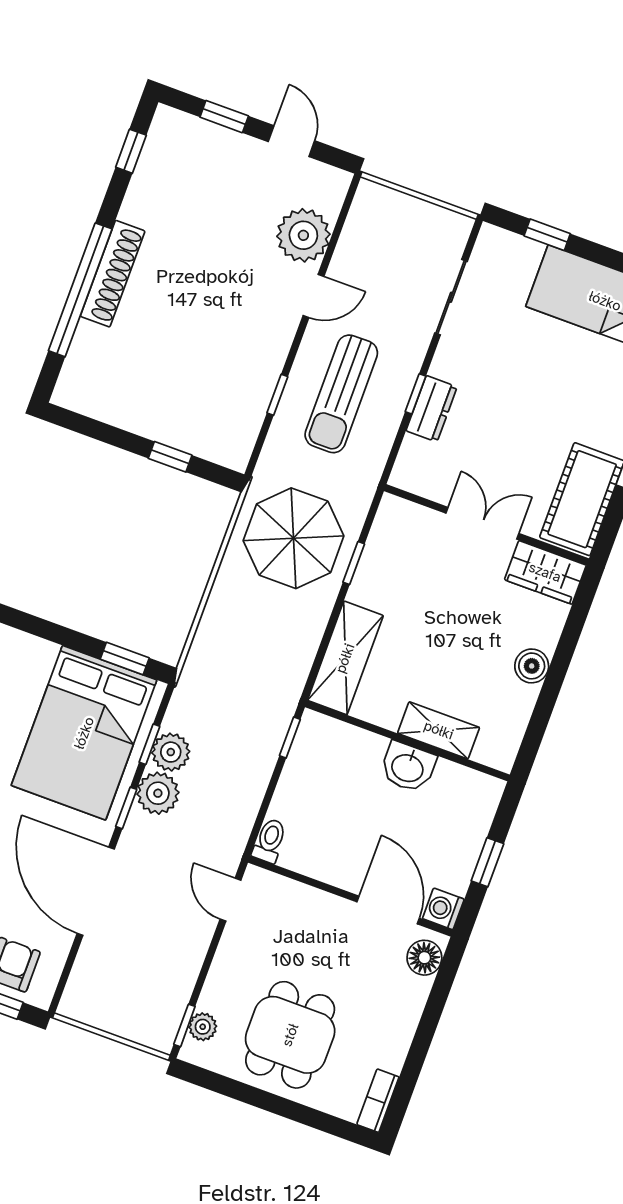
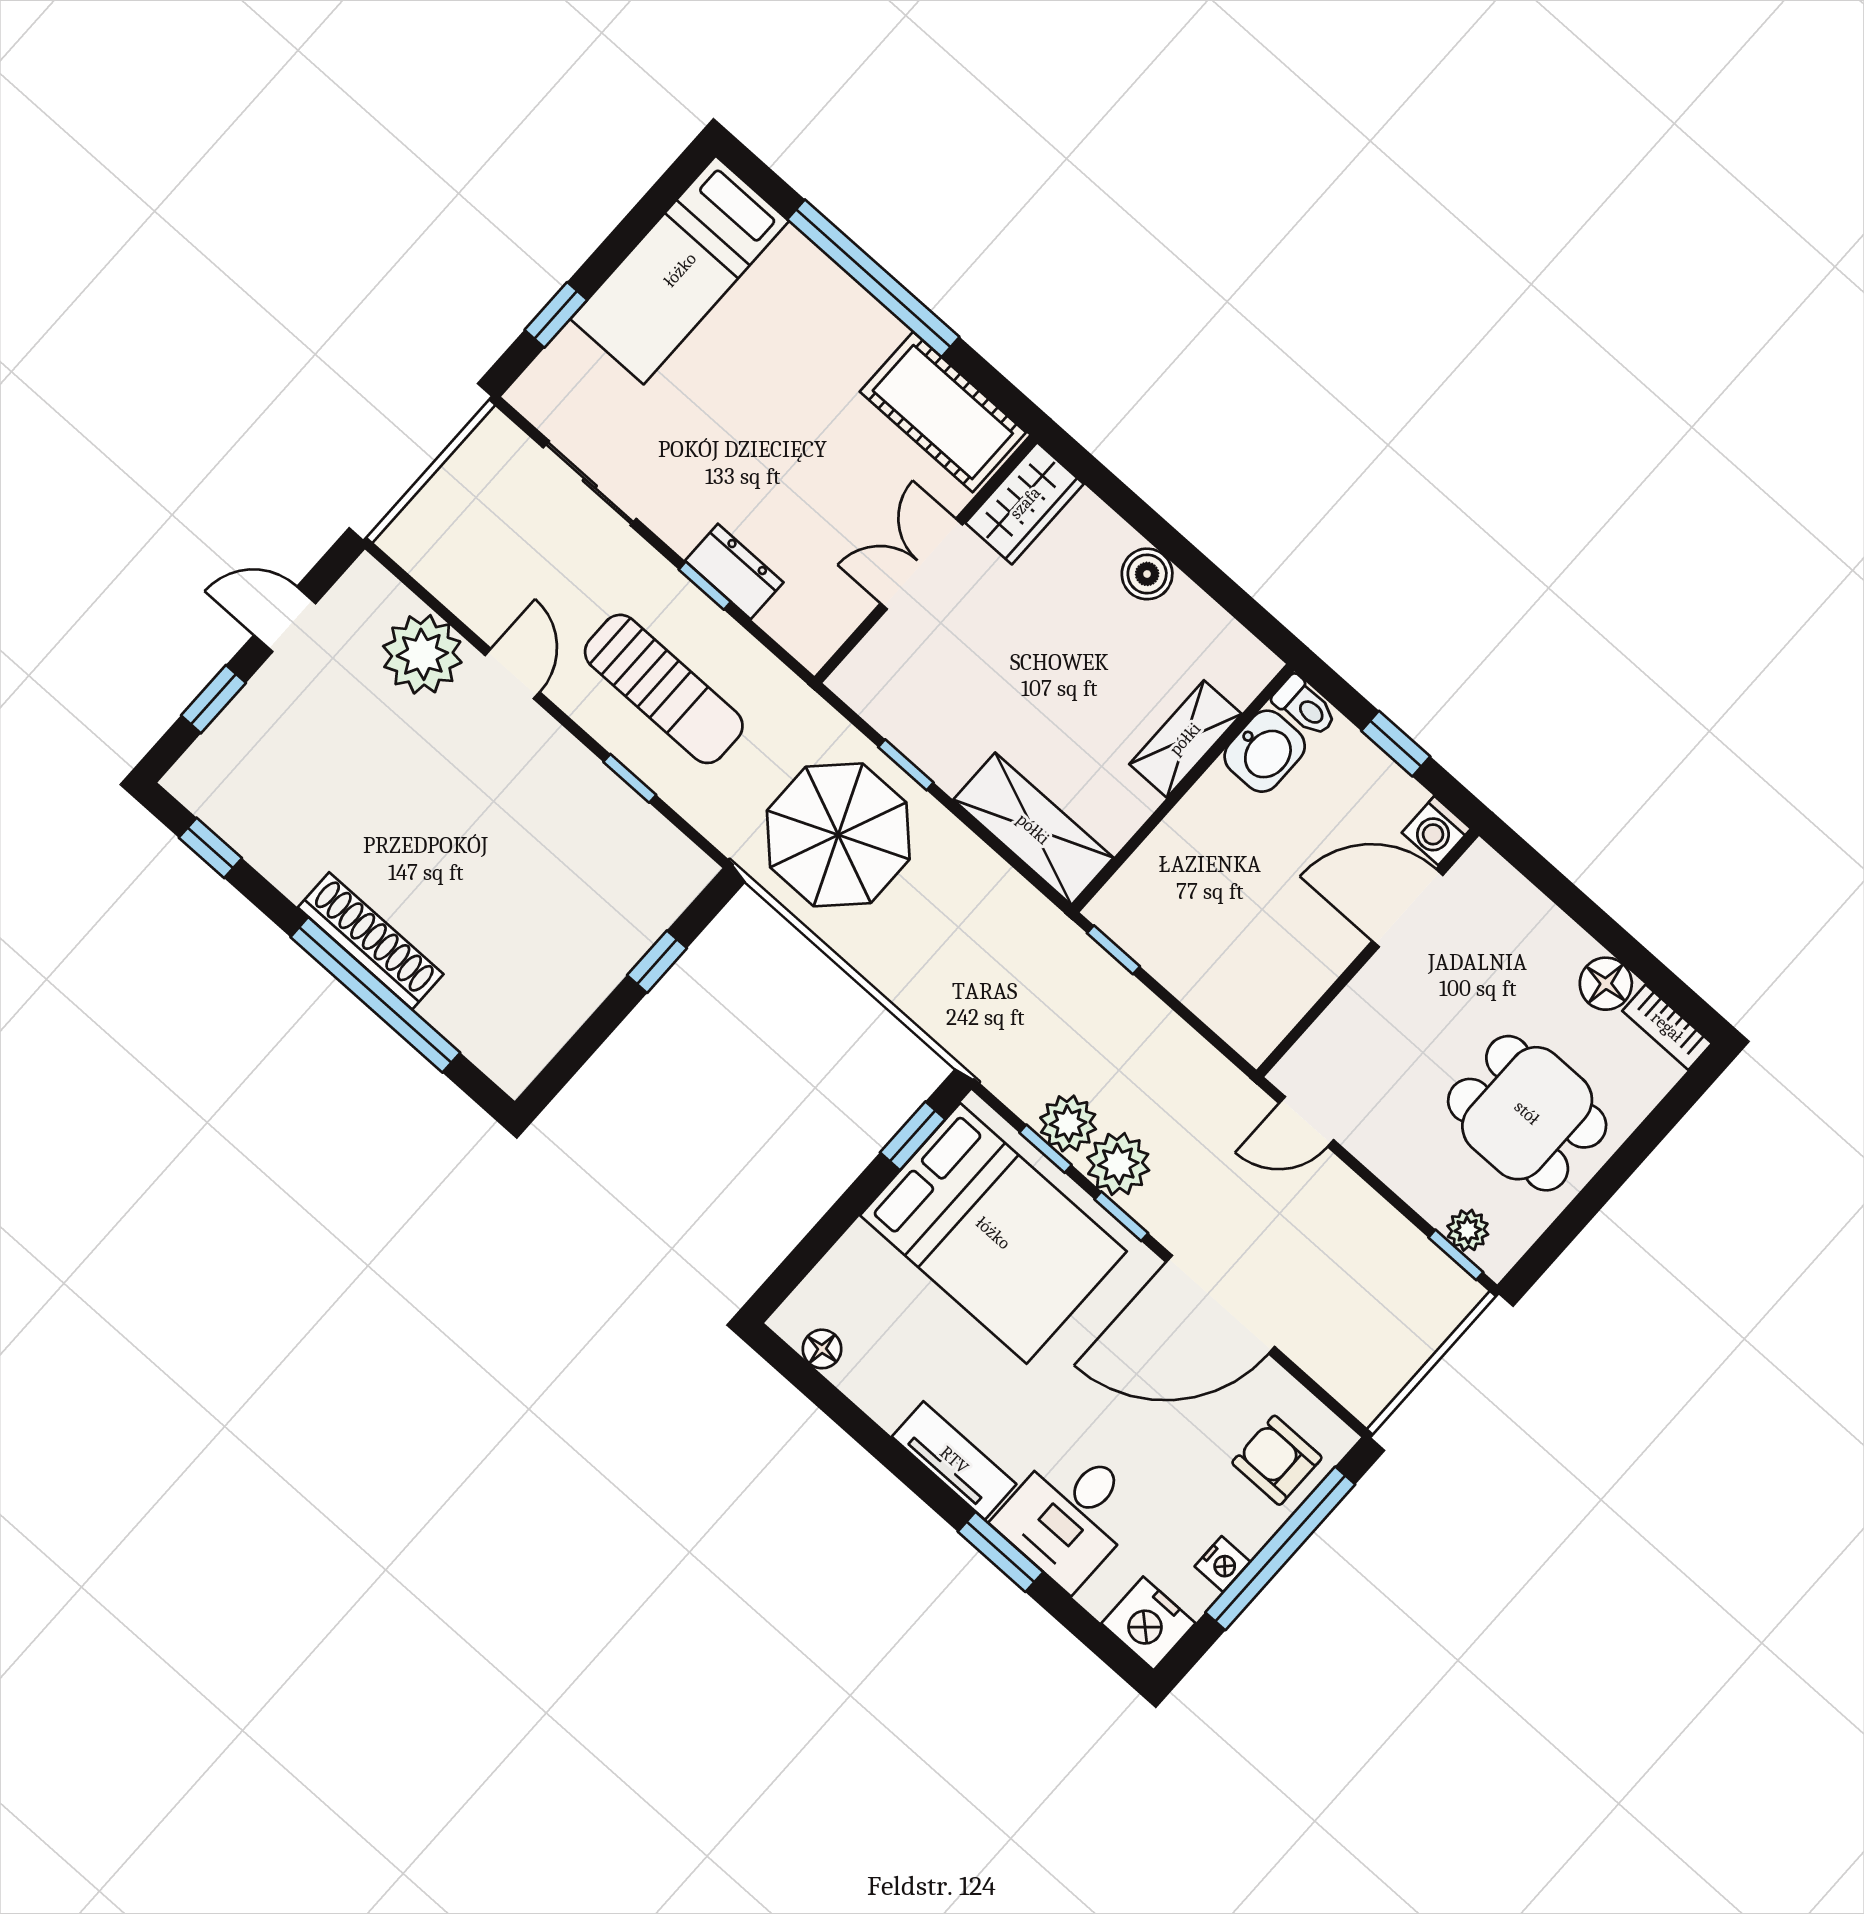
washbasin: (408, 767) -> (1265, 751), moved
toilet: (270, 841) -> (1305, 706), moved, turned 180
floor lamp: (424, 958) -> (1606, 984), moved

